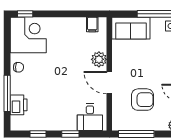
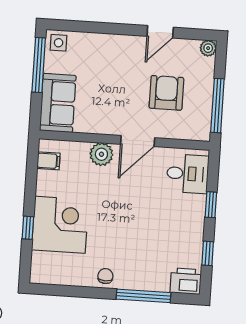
window: (25, 14) -> (28, 228), moved
corner desk: (28, 35) -> (60, 225), moved, turned 90
printer: (19, 105) -> (186, 281), moved

